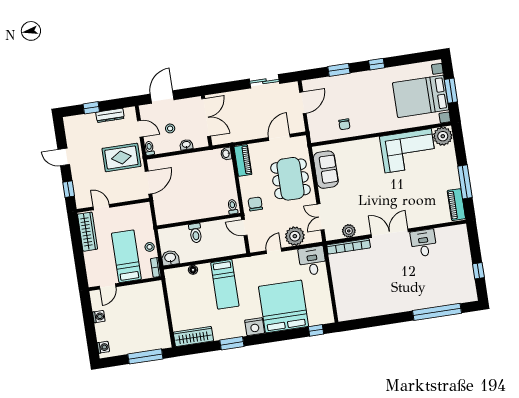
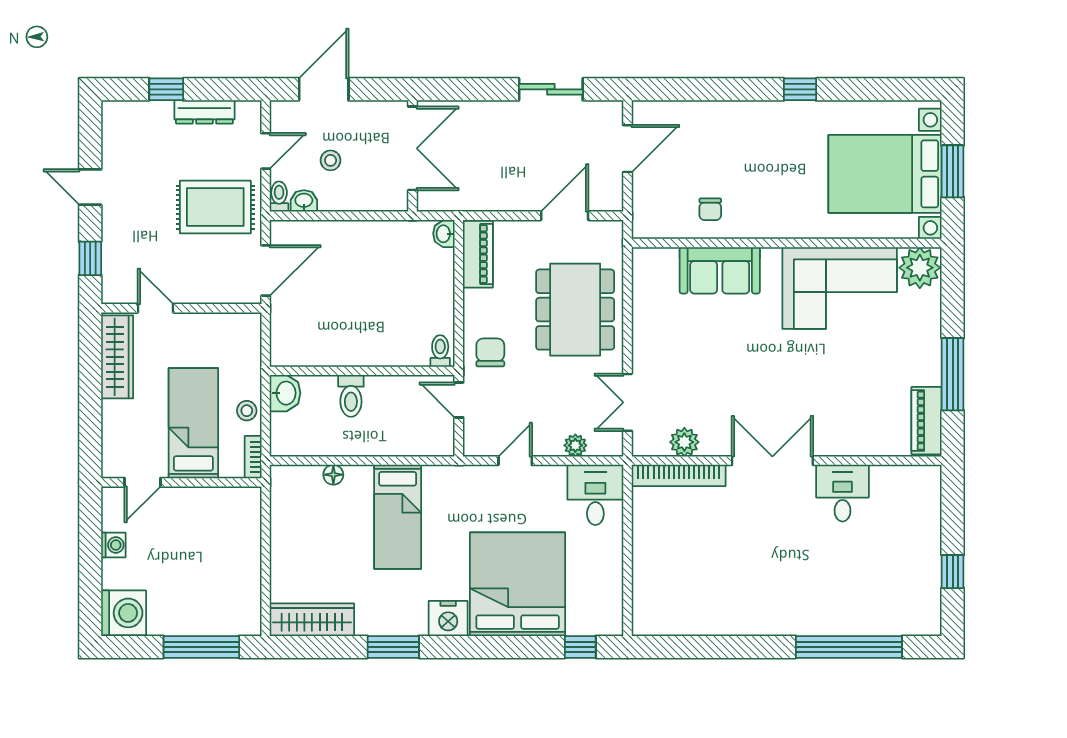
window: (339, 70) -> (716, 89), removed
door: (140, 129) -> (266, 151), hinge flipped
washbasin: (186, 145) -> (304, 201), moved
sofa: (326, 170) -> (720, 270), moved, turned 90
plant: (295, 236) -> (575, 445), width x0.53, depth x0.53
washbasin: (170, 258) -> (285, 393), moved, turned 90
washing machine: (103, 347) -> (124, 613), width x1.89, depth x1.89

